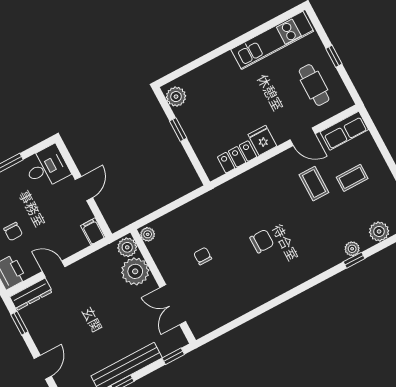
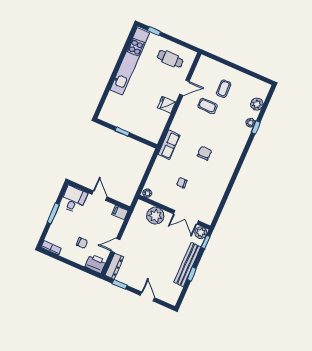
kitchen unit: (272, 40) -> (130, 62), width x1.36
window: (334, 56) -> (154, 31), moved
plant: (176, 97) -> (109, 117), removed
row of seats: (344, 131) -> (169, 145), moved
locker: (237, 157) -> (161, 122), removed
plant: (127, 247) -> (201, 233), moved

